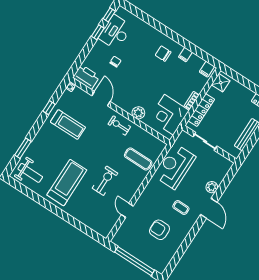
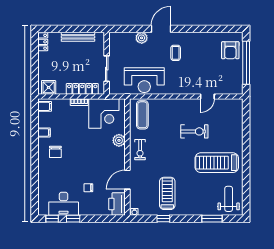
exercise mat: (138, 159) -> (142, 115), moved
exercise bike: (105, 181) -> (194, 131), turned 180
armchair: (159, 230) -> (230, 50), moved

